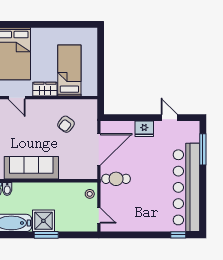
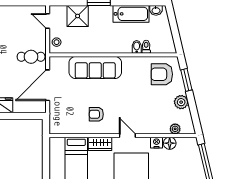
armchair: (66, 124) -> (96, 114), moved, turned -127
sofa: (31, 168) -> (95, 67), moved
shower: (43, 221) -> (78, 16), moved

